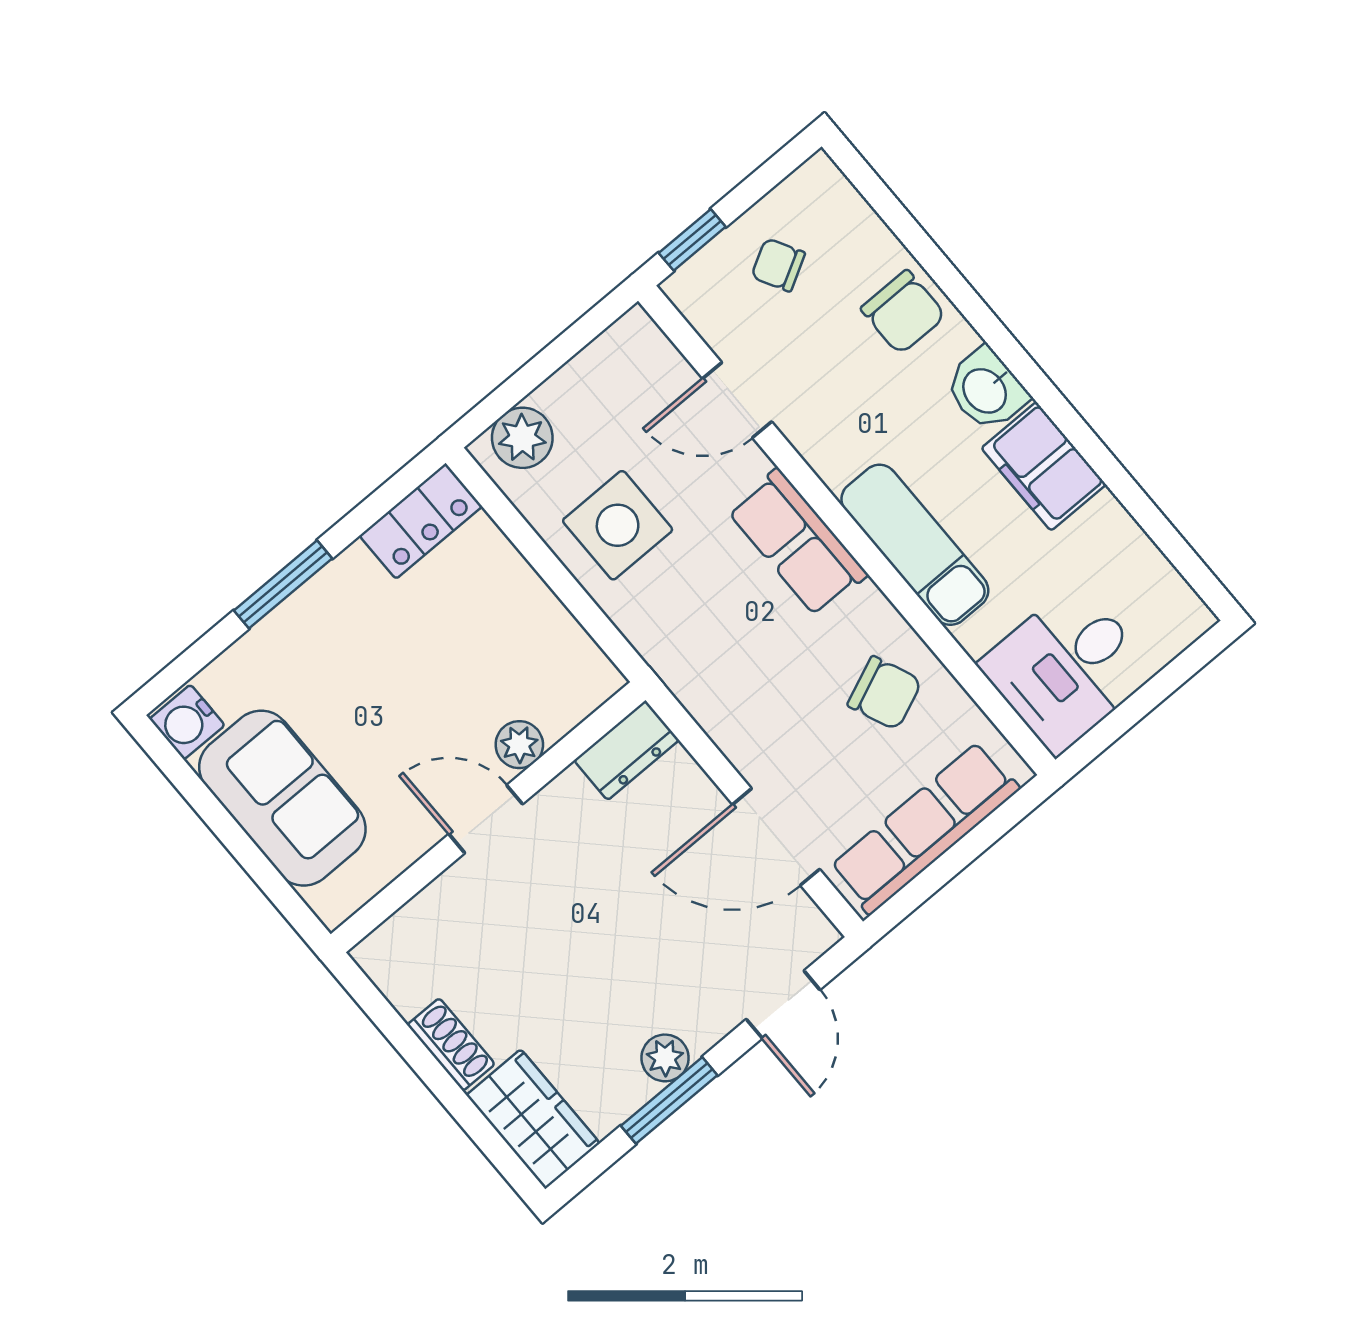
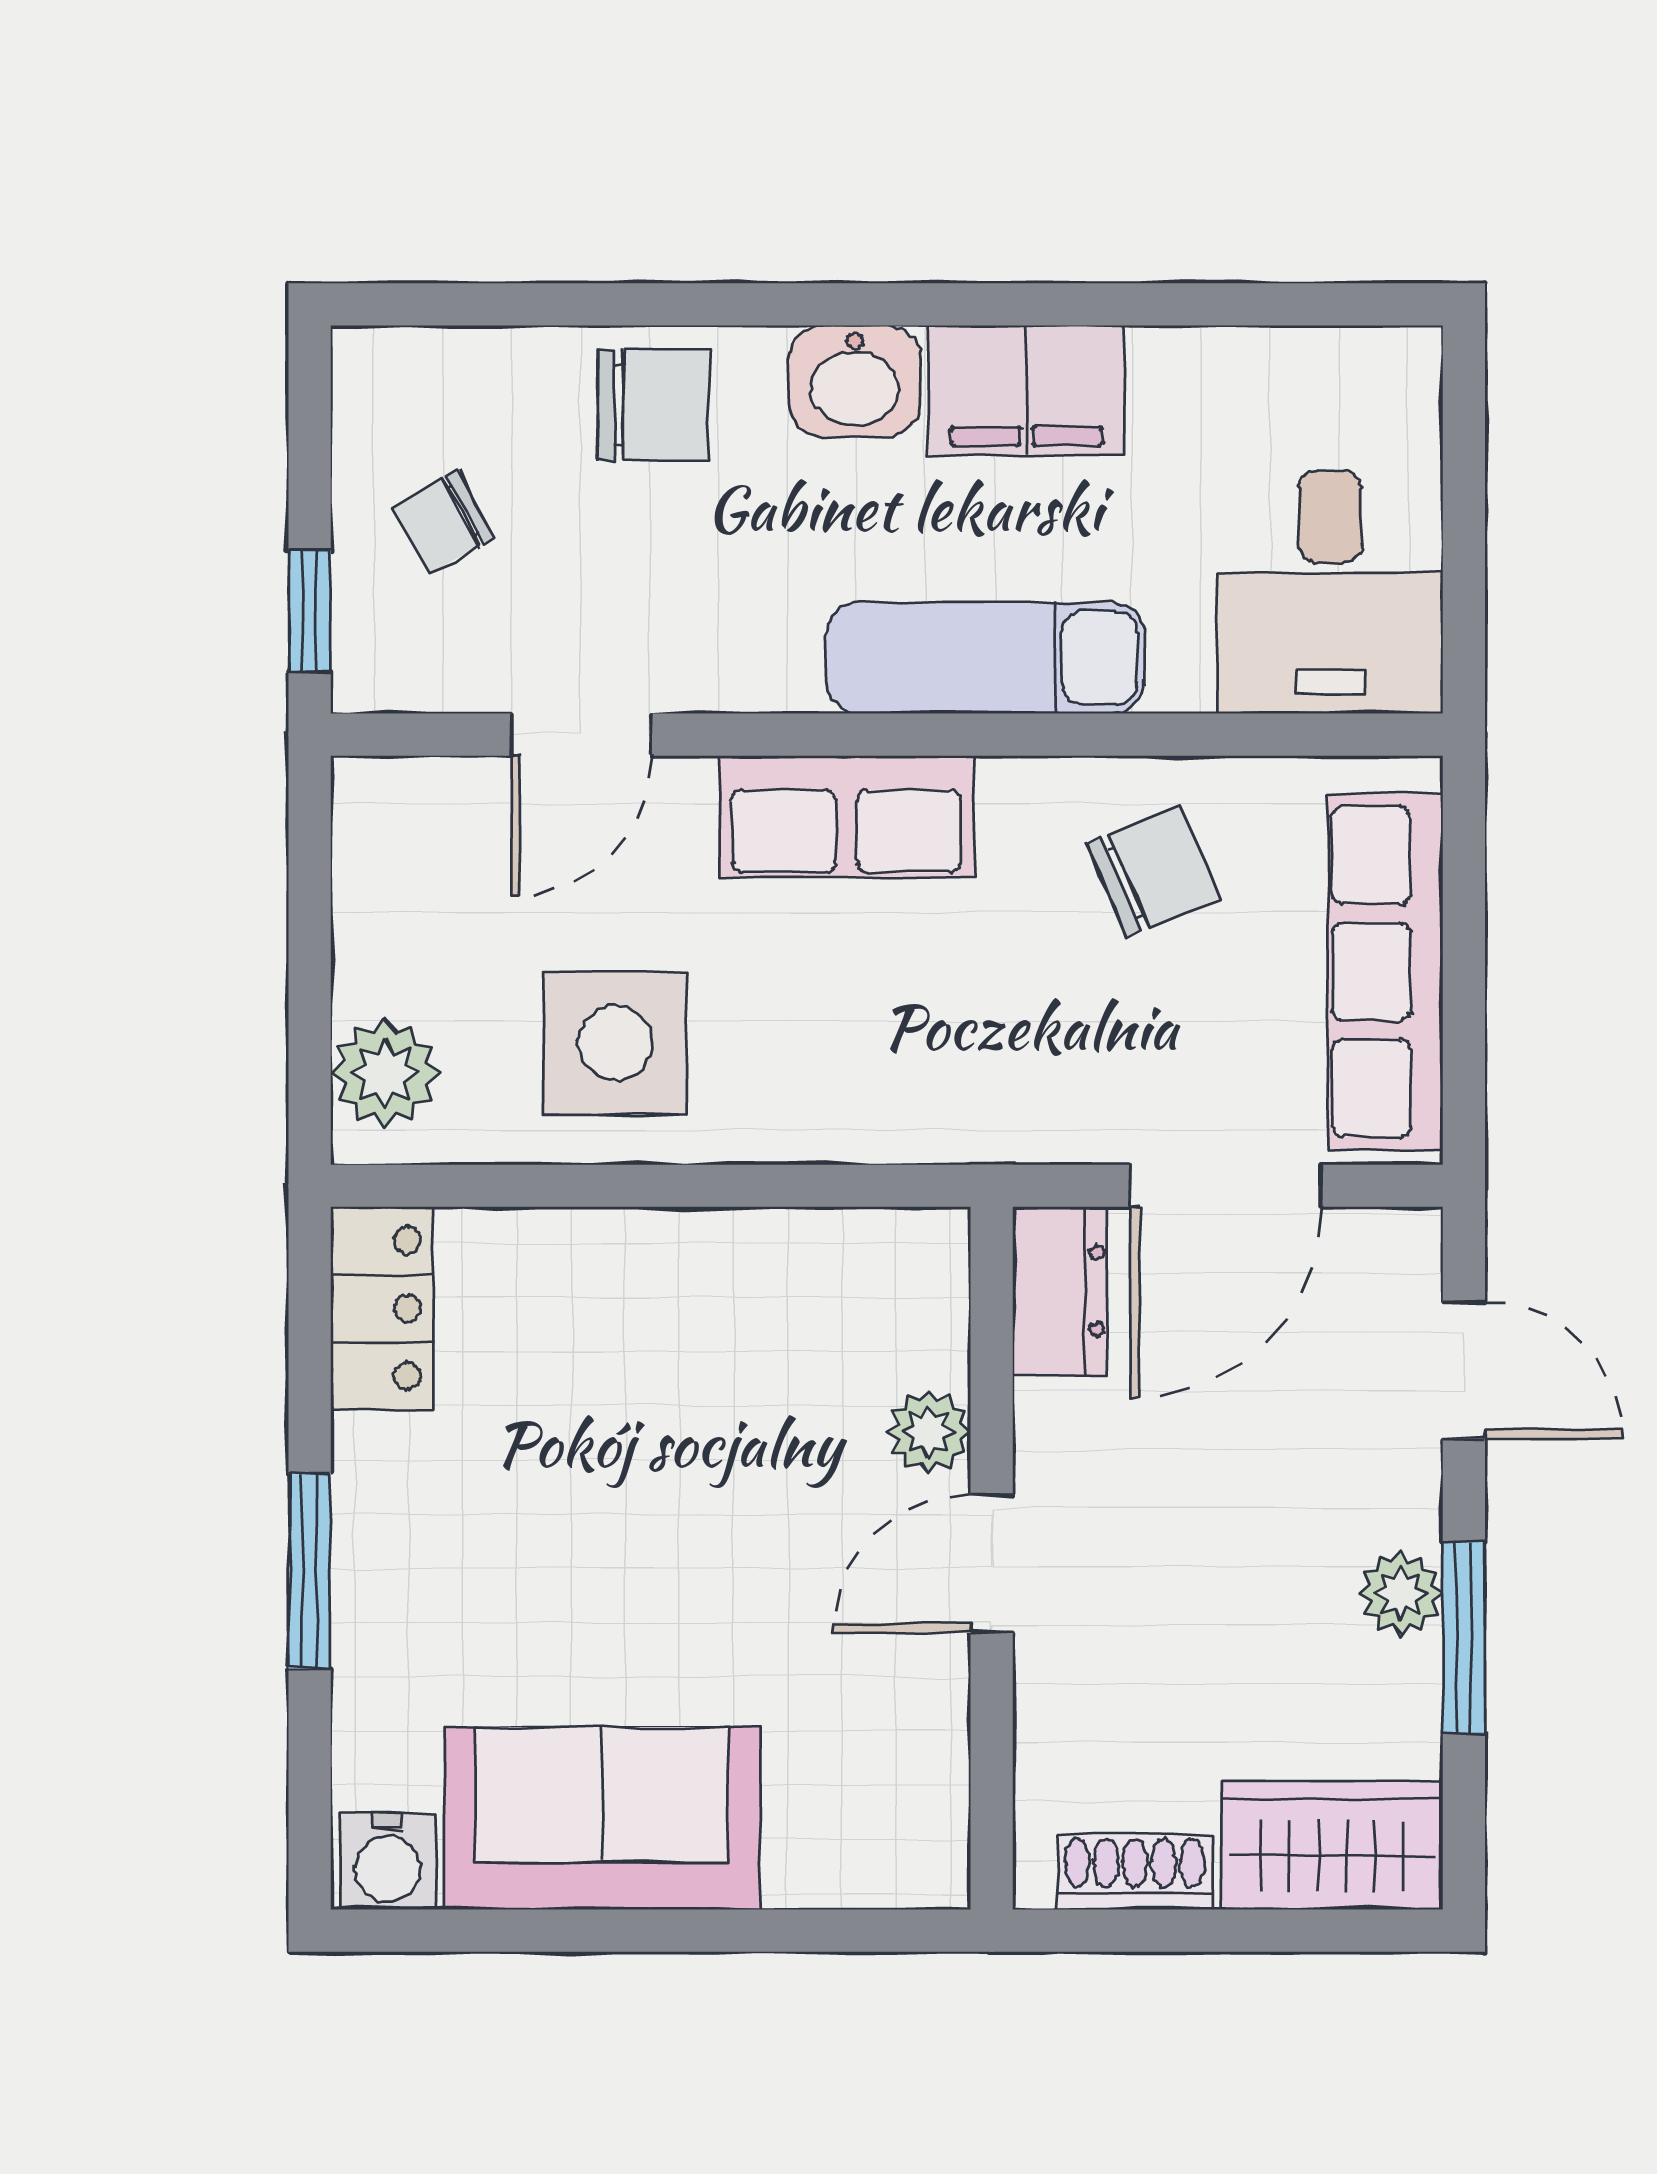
plant: (519, 745) -> (928, 1432), moved
dresser: (627, 750) -> (1060, 1291), moved
wall: (488, 817) -> (992, 1558), moved
door: (486, 819) -> (992, 1564), moved

